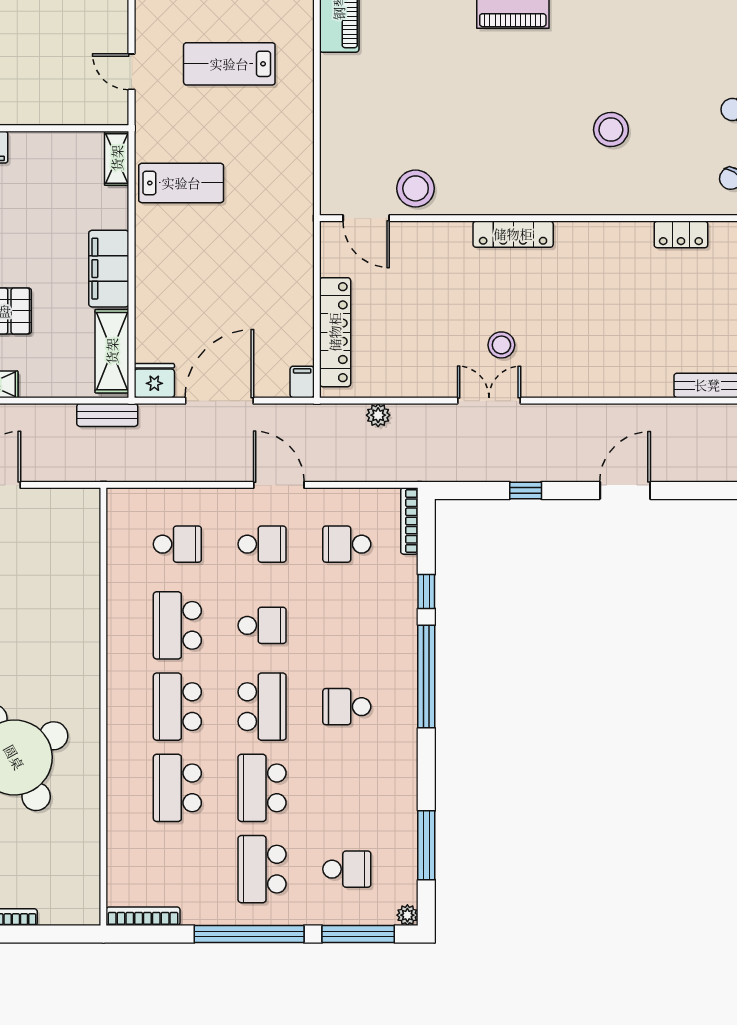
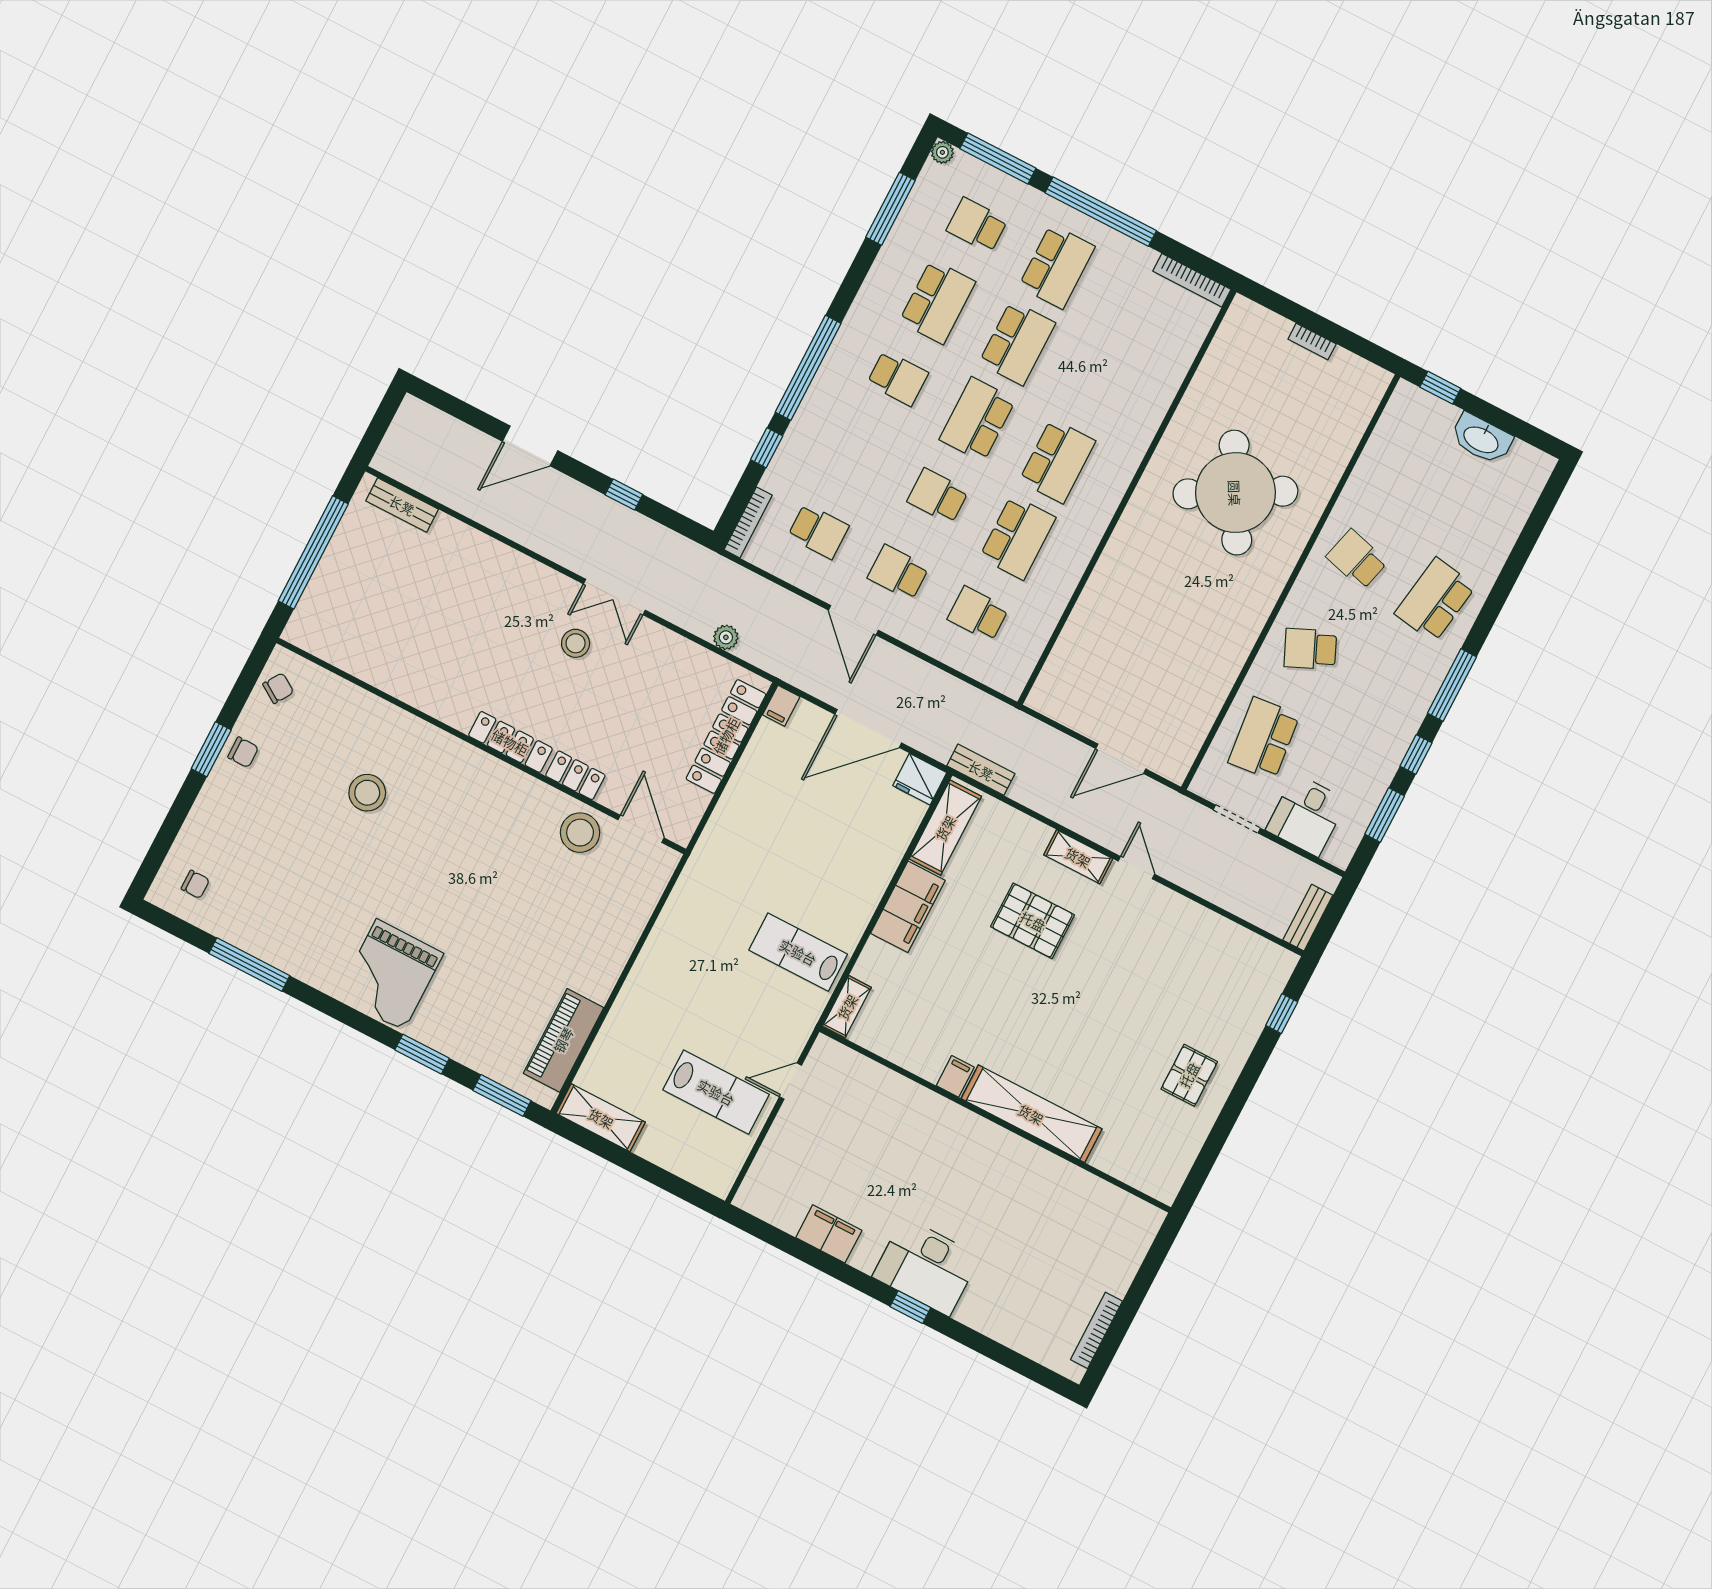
lab bench: (229, 64) -> (716, 1092), moved
door: (132, 72) -> (791, 1081), swing flipped
locker: (681, 234) -> (575, 775), moved
school desk: (177, 788) -> (937, 302), moved

